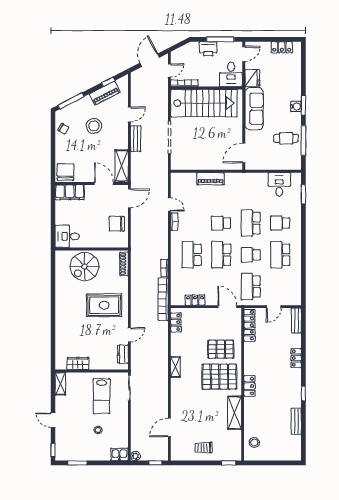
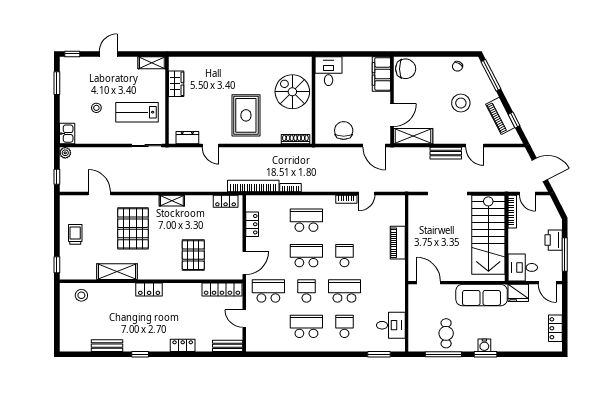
pallet: (219, 377) -> (133, 228), moved

